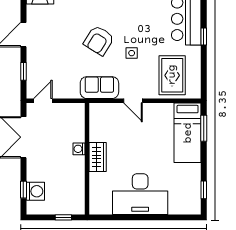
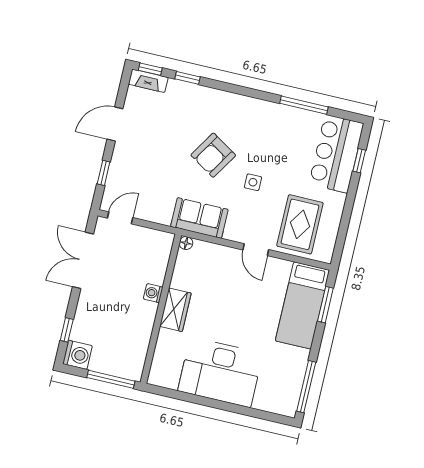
window: (204, 36) -> (359, 161), moved
door: (133, 101) -> (256, 250), moved
floor lamp: (94, 108) -> (186, 243), added
window: (204, 190) -> (306, 387), width x2.17
washing machine: (35, 191) -> (77, 355), moved
window: (63, 217) -> (111, 379), width x2.17

